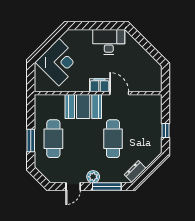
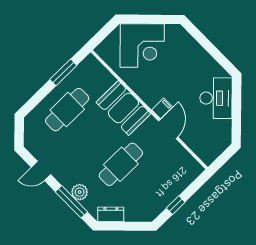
desk: (109, 42) -> (216, 98), moved, turned 45
filing cabinet: (99, 85) -> (162, 108), width x0.50
window: (31, 140) -> (63, 72), moved
plant: (93, 177) -> (80, 192), moved

